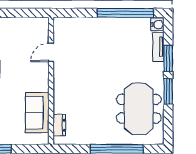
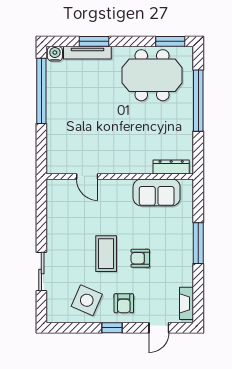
tv unit: (158, 47) -> (87, 53), width x1.41
window: (168, 91) -> (170, 41), moved
dresser: (59, 125) -> (171, 167), width x1.44

